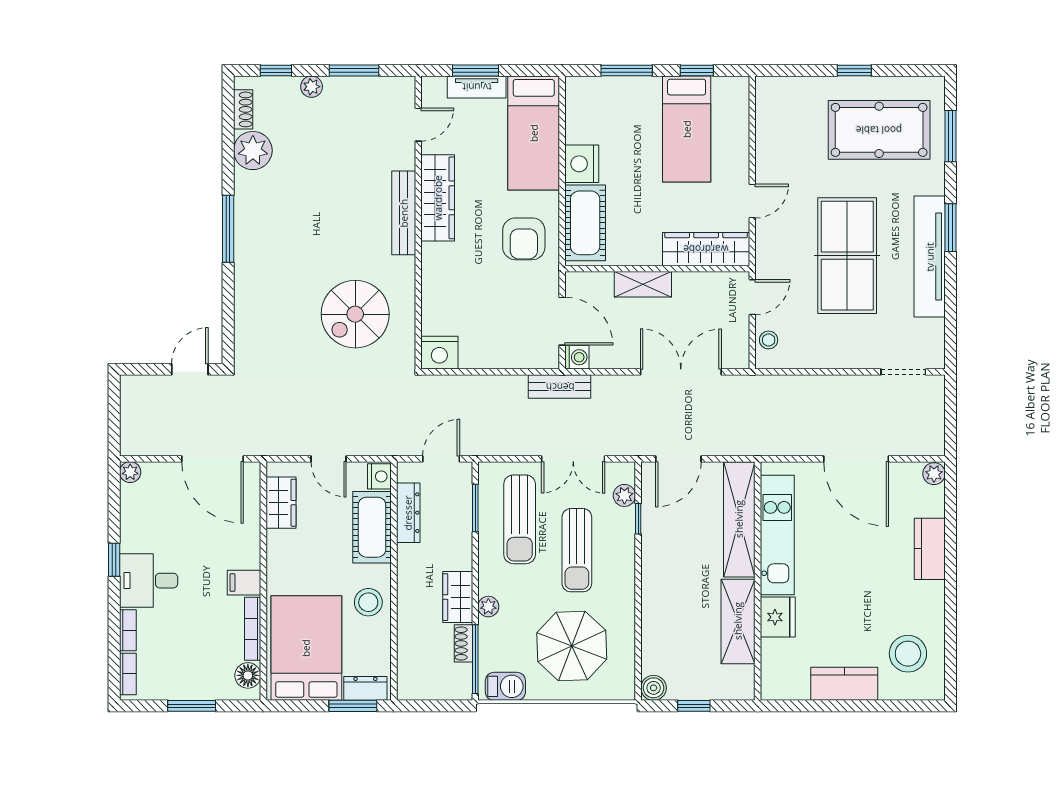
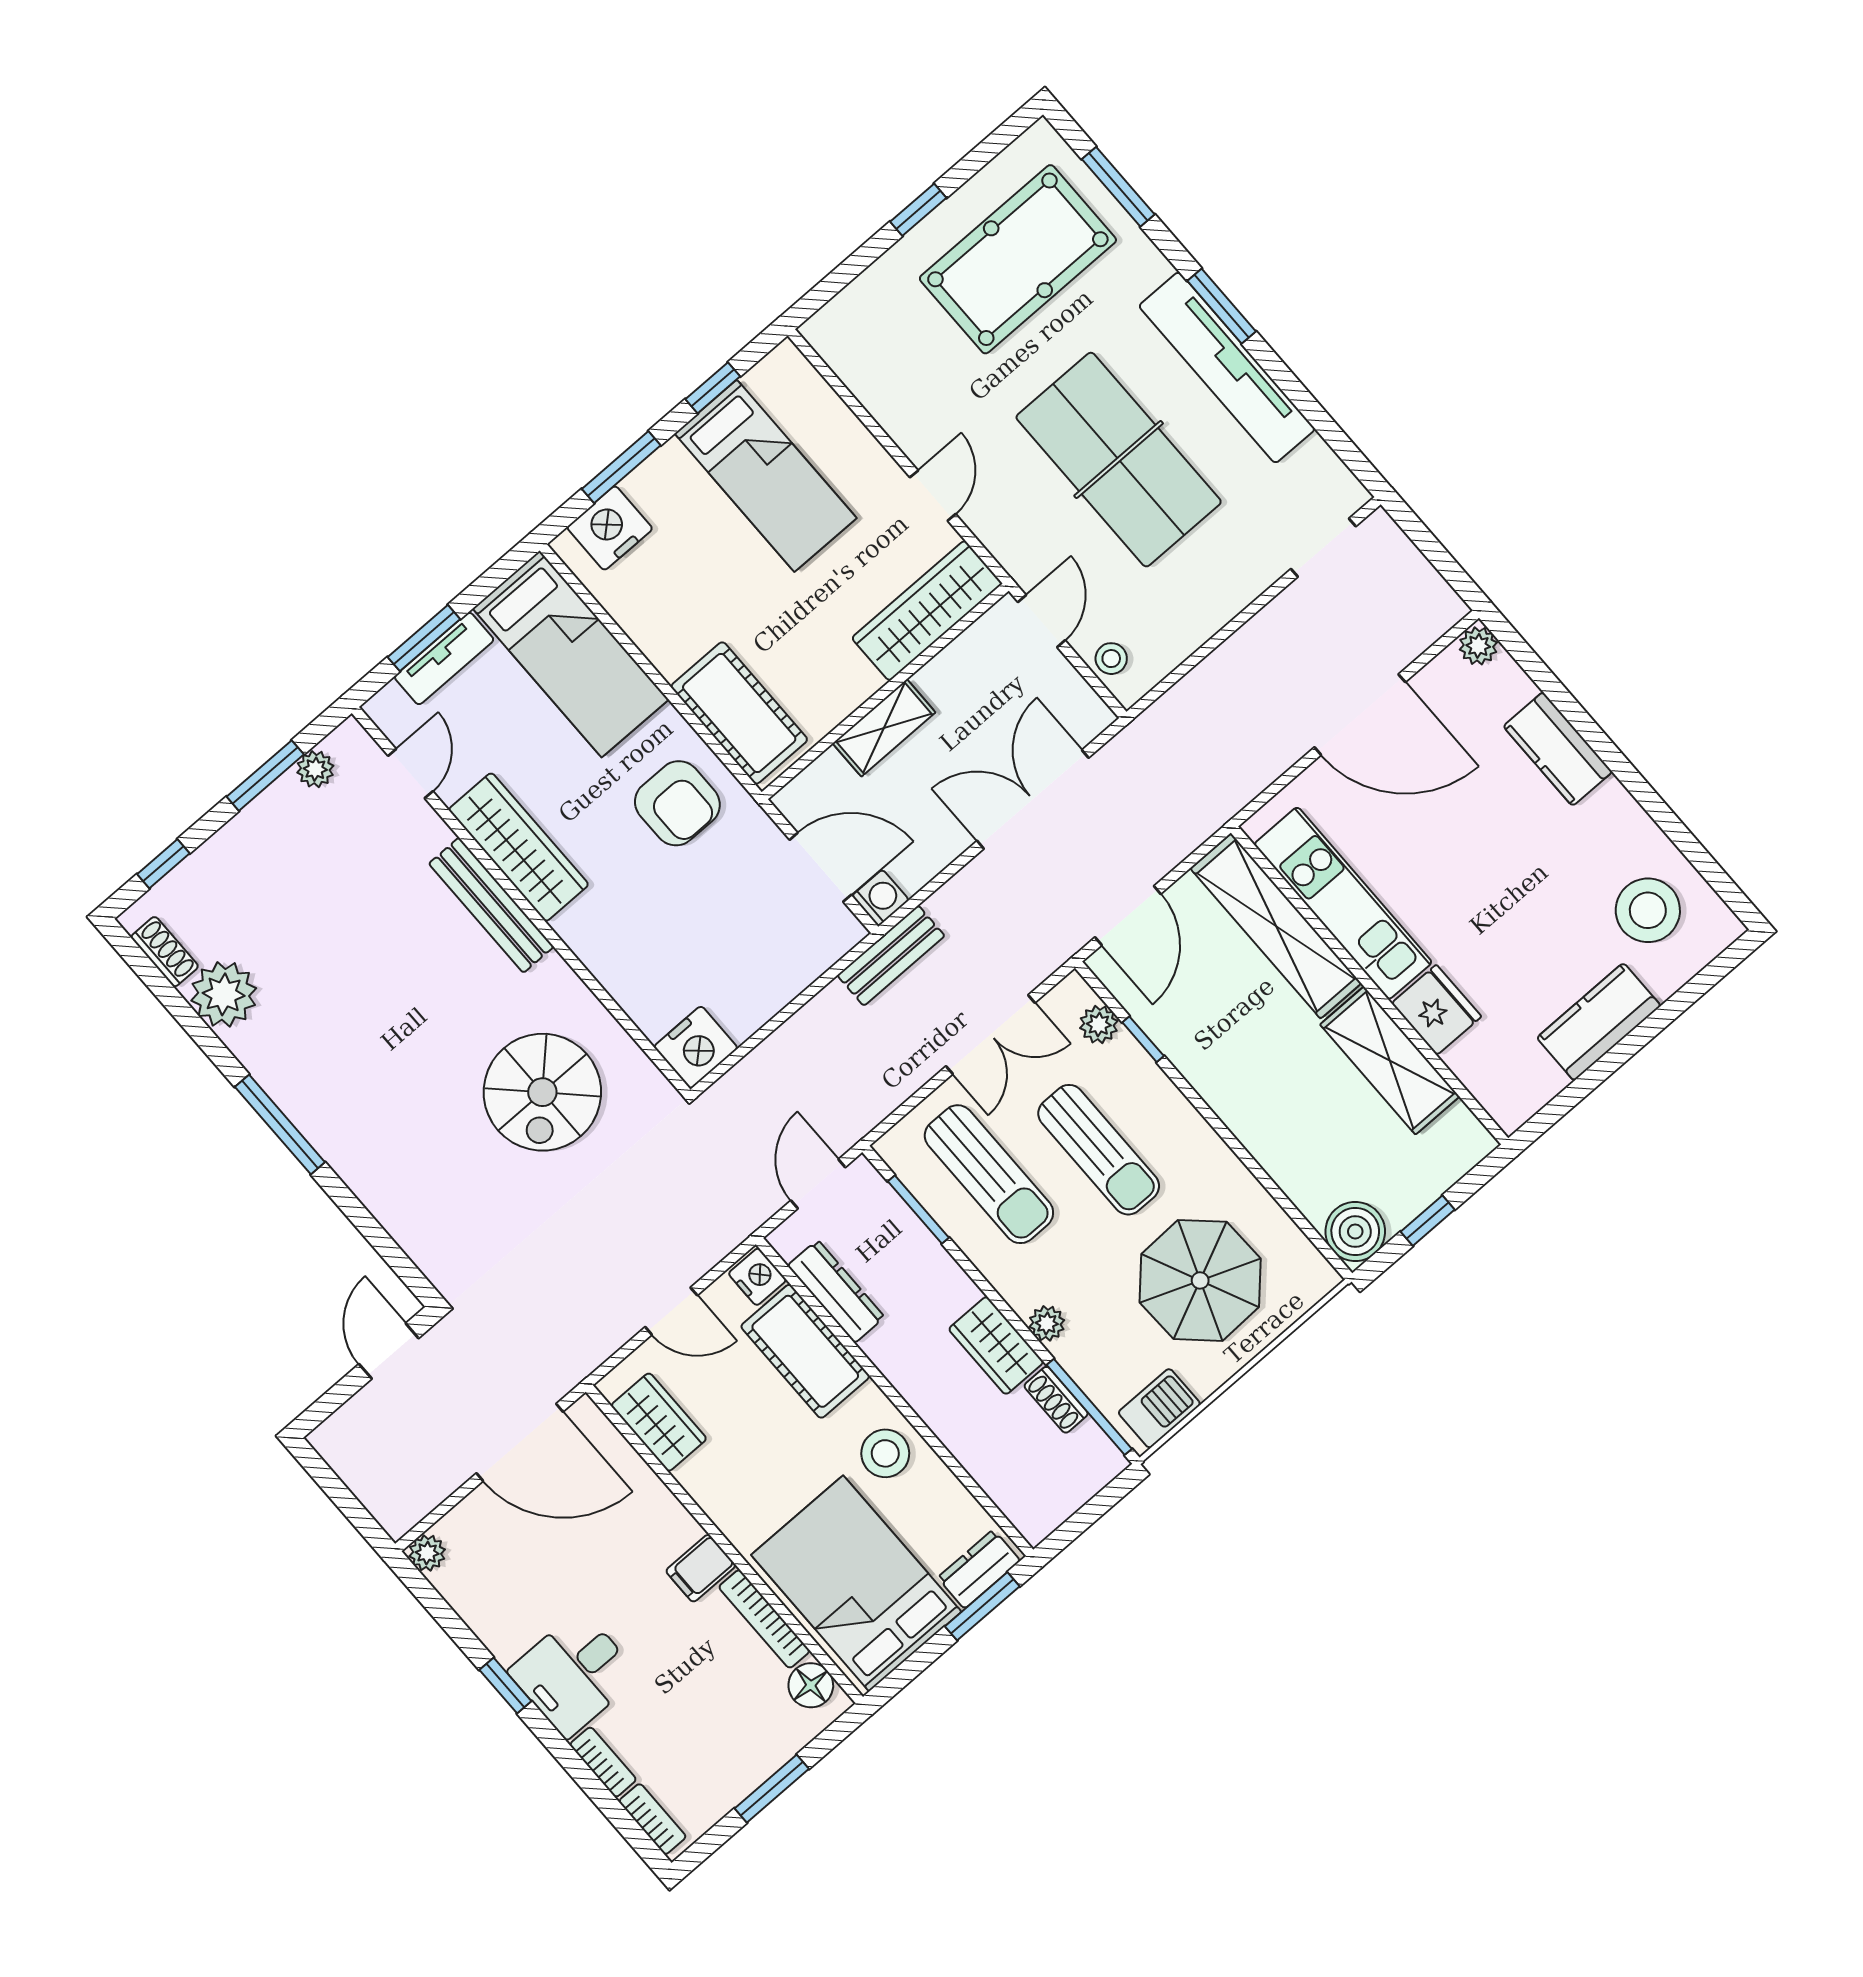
plant: (312, 87) -> (315, 769), moved
nightstand: (582, 164) -> (610, 528), moved, turned 90
boiler: (654, 688) -> (1355, 1232), width x1.36, depth x1.36

